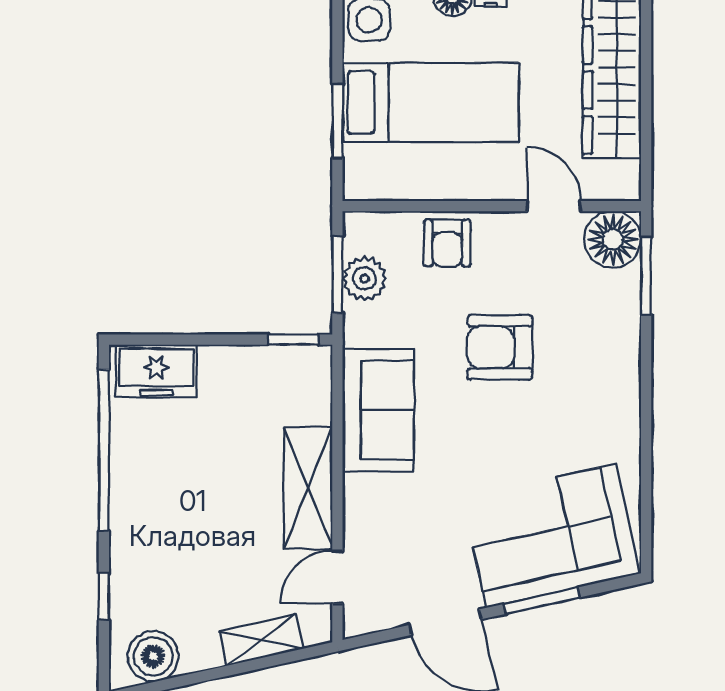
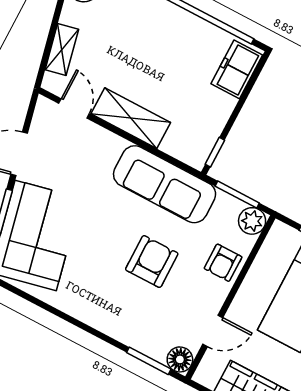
floor lamp: (613, 239) -> (180, 359), width x0.73, depth x0.73
armchair: (447, 243) -> (223, 263), turned -90
plant: (364, 279) -> (252, 221), moved
sofa: (378, 410) -> (165, 184), width x1.36

